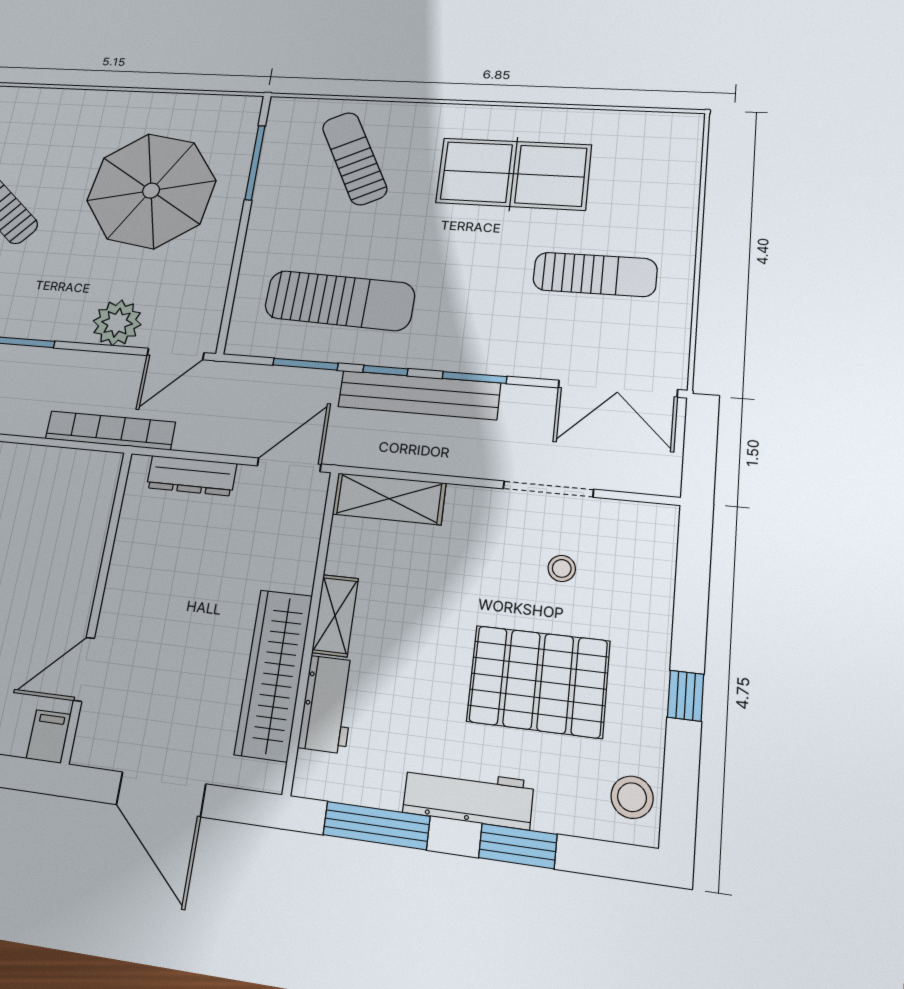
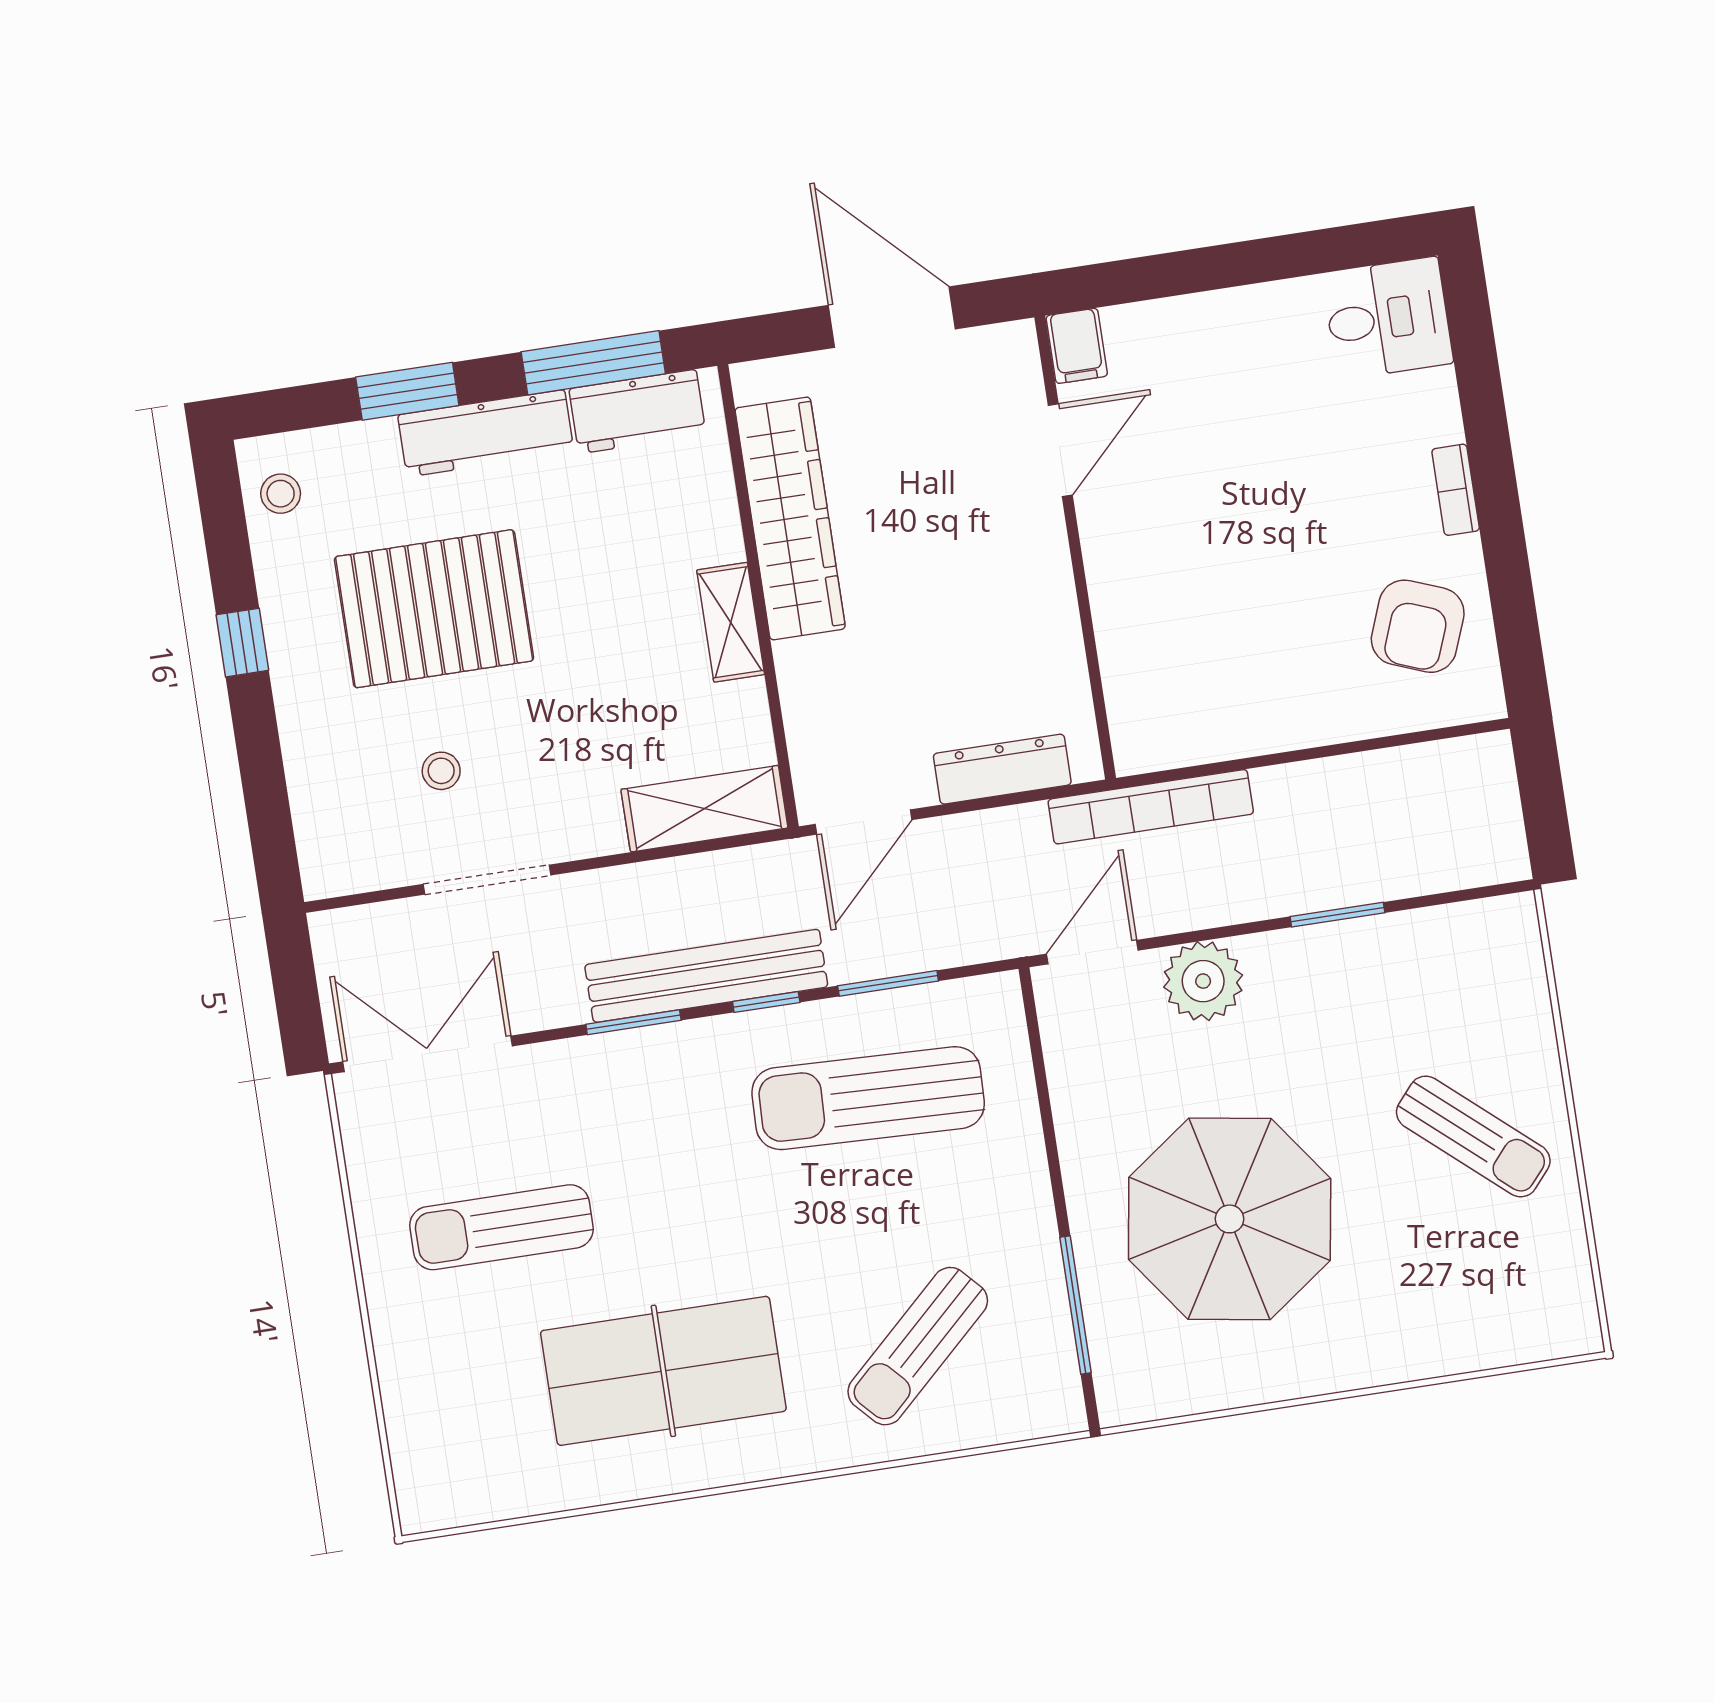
sun lounger: (354, 158) -> (918, 1346), turned 74
workbench: (328, 704) -> (637, 412), moved, turned -90
stool: (632, 797) -> (281, 494), width x0.73, depth x0.73

